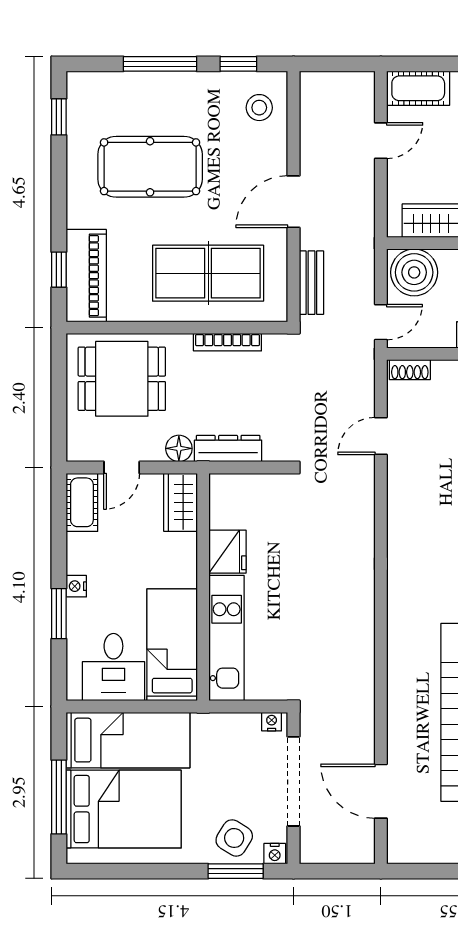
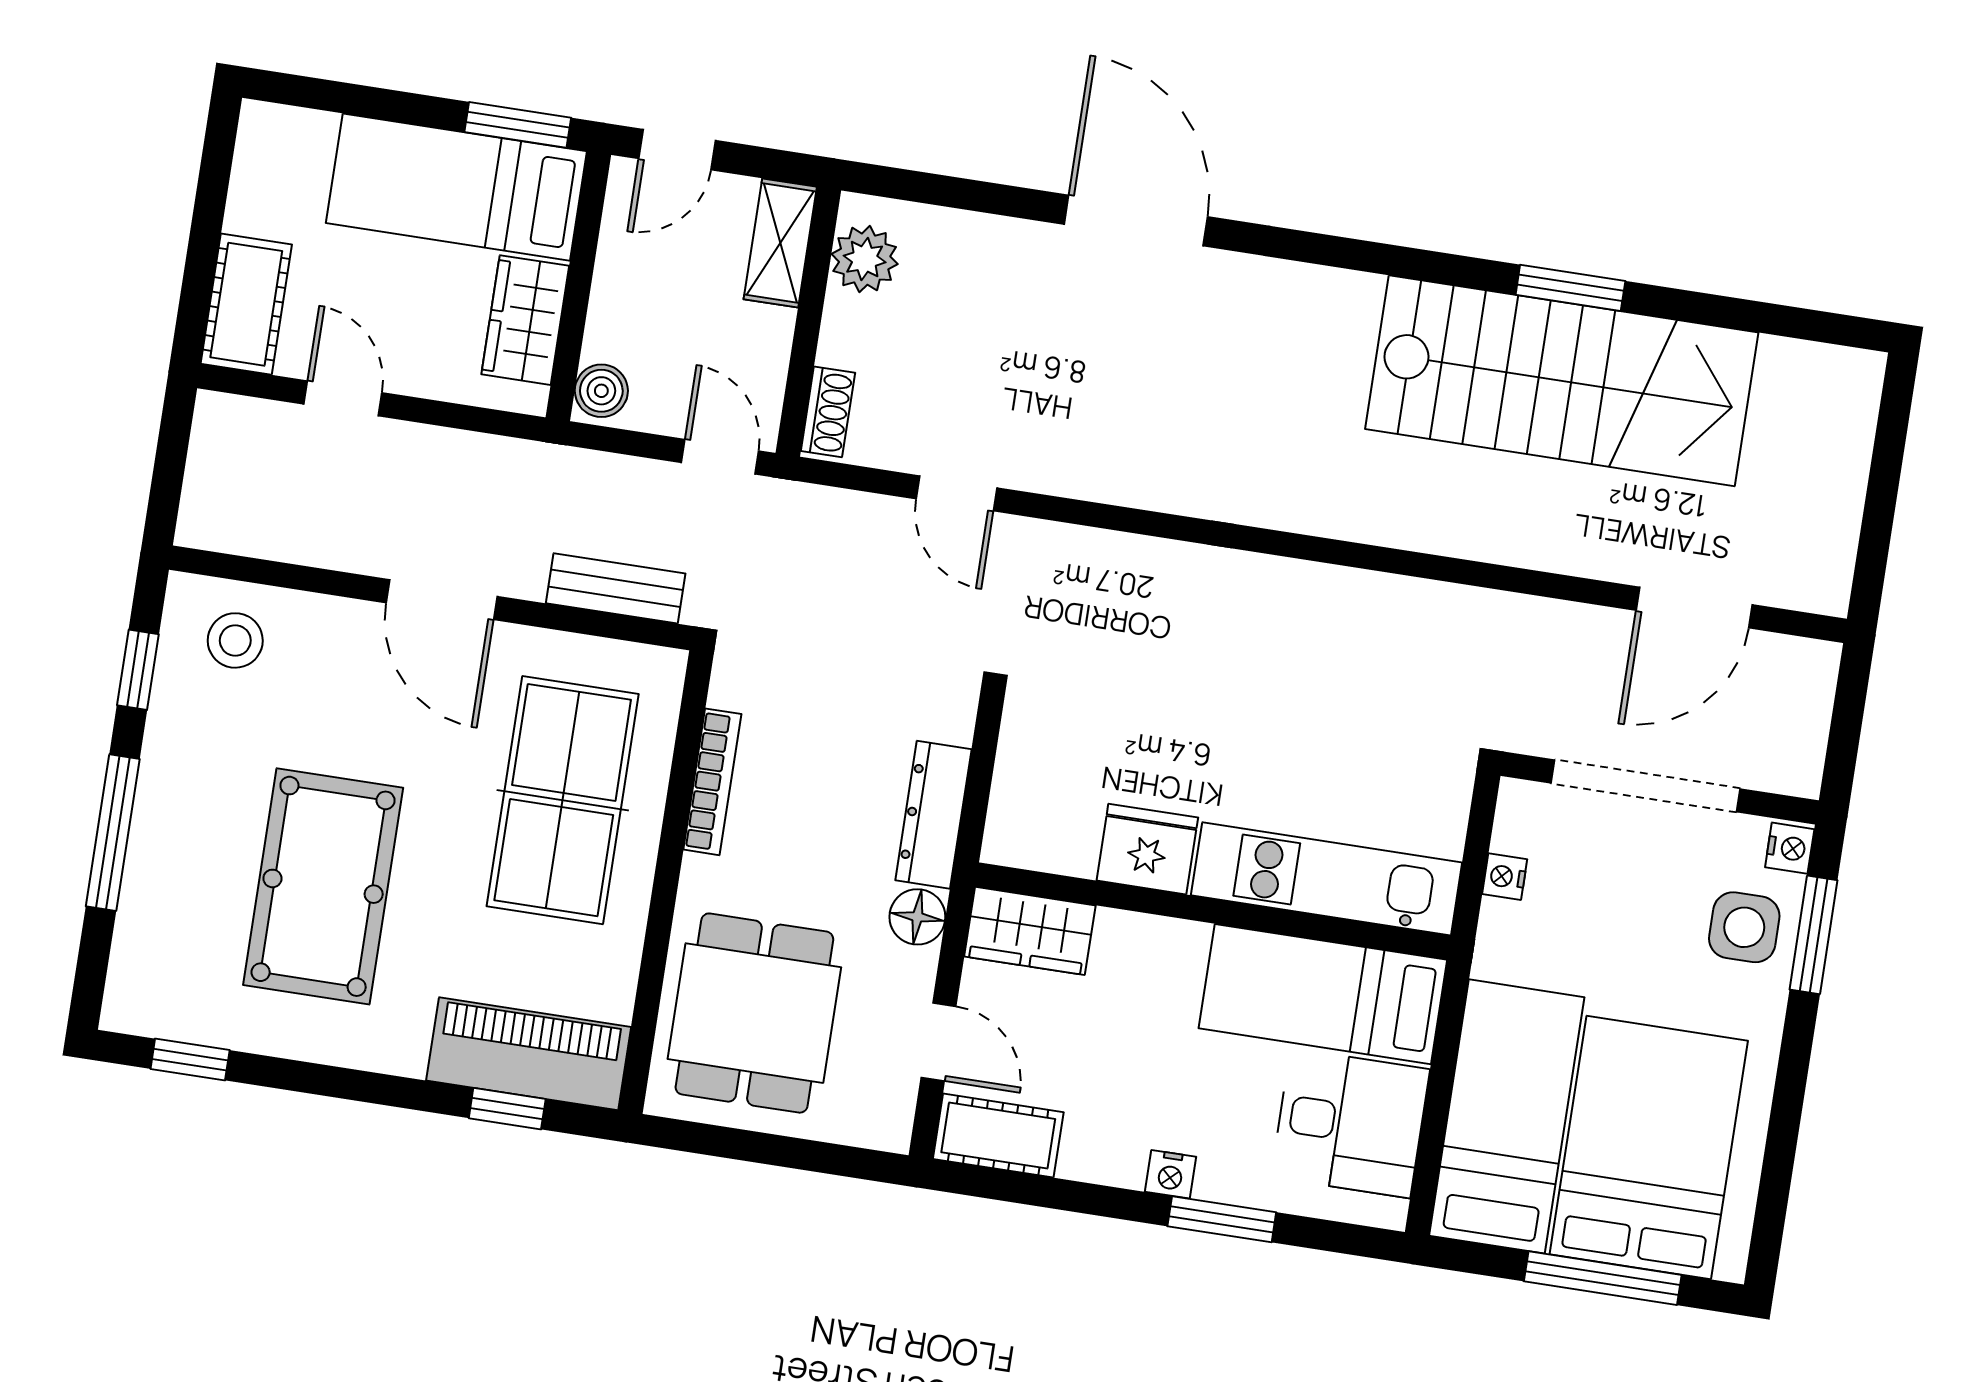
boiler: (414, 272) -> (601, 391), width x0.54, depth x0.54
nightstand: (272, 722) -> (1505, 877), moved
side table: (234, 838) -> (1744, 927), turned -32

